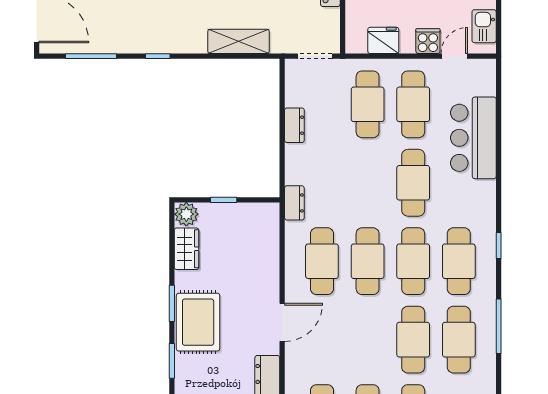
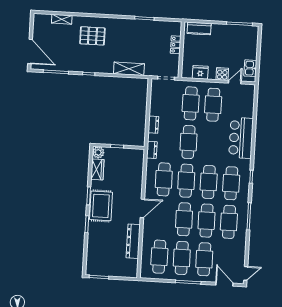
dresser: (294, 125) -> (153, 125), moved
bar counter: (473, 138) -> (241, 138), moved
cafe table: (413, 183) -> (188, 142), moved
cafe table: (368, 340) -> (184, 219), added

